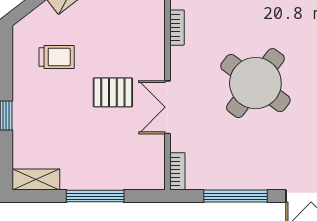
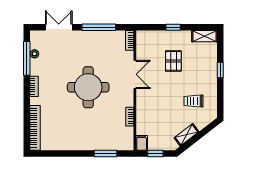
round table: (255, 83) -> (88, 87), turned -37
pallet: (113, 92) -> (173, 61), moved, turned 90
window: (95, 196) -> (173, 27), width x0.46

